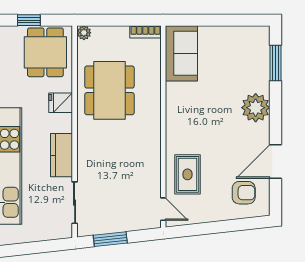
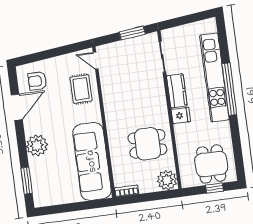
plant: (84, 33) -> (167, 180), width x1.88, depth x1.88
dining table: (45, 52) -> (211, 164), moved
sofa: (181, 53) -> (92, 161), width x1.85, depth x1.27
dining table: (109, 90) -> (147, 144), width x0.73
fridge: (61, 103) -> (181, 115), moved

